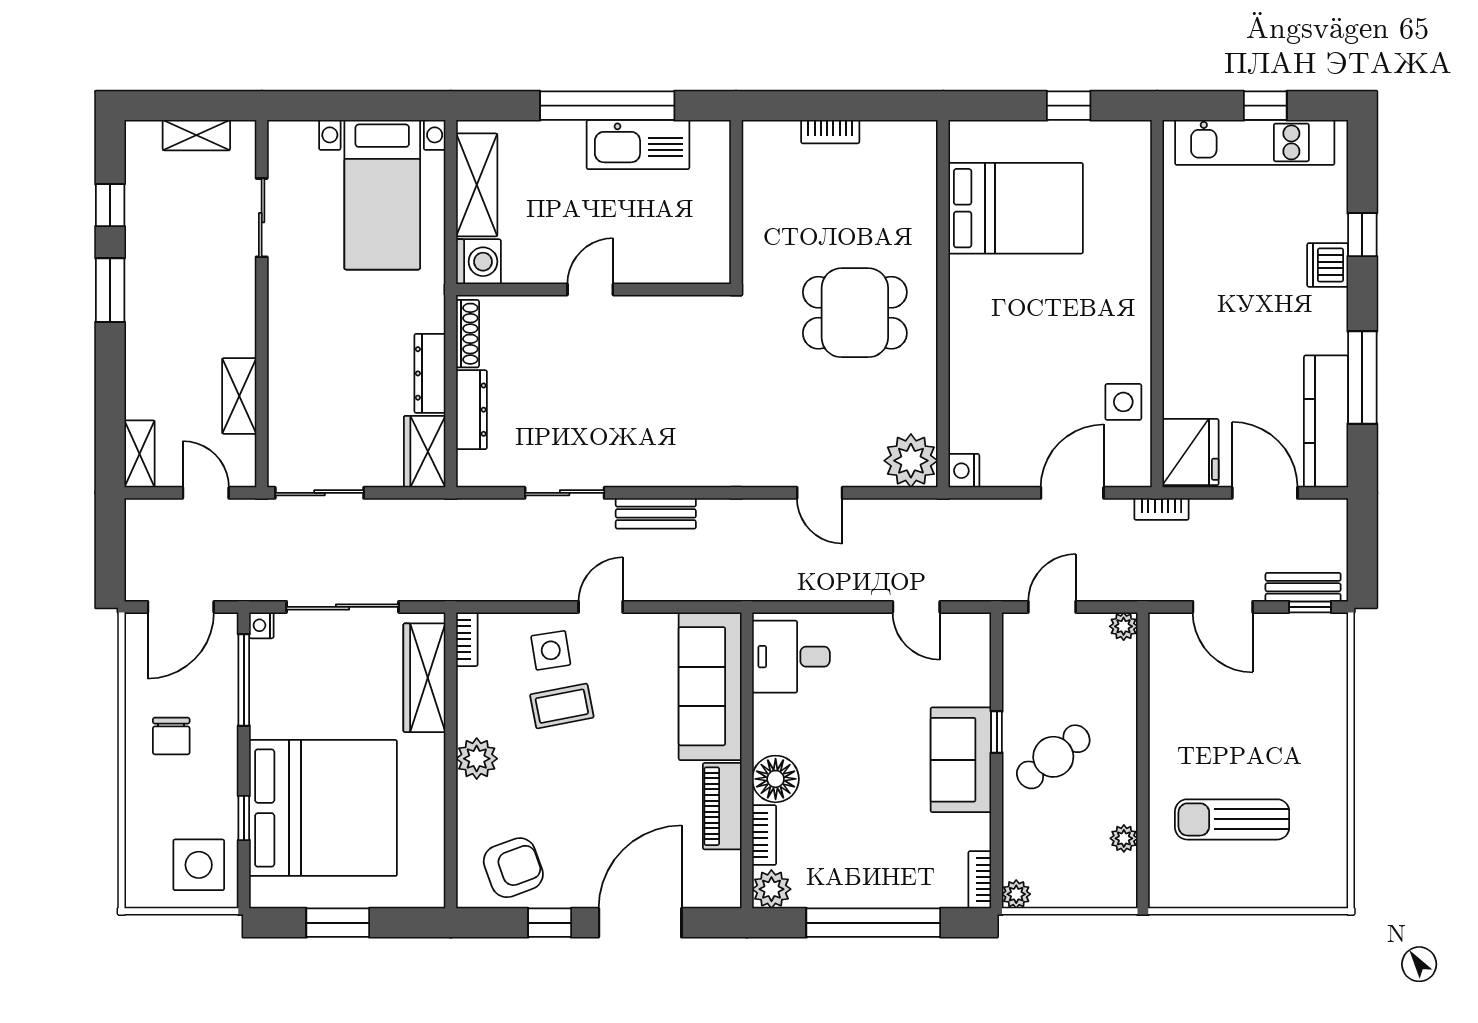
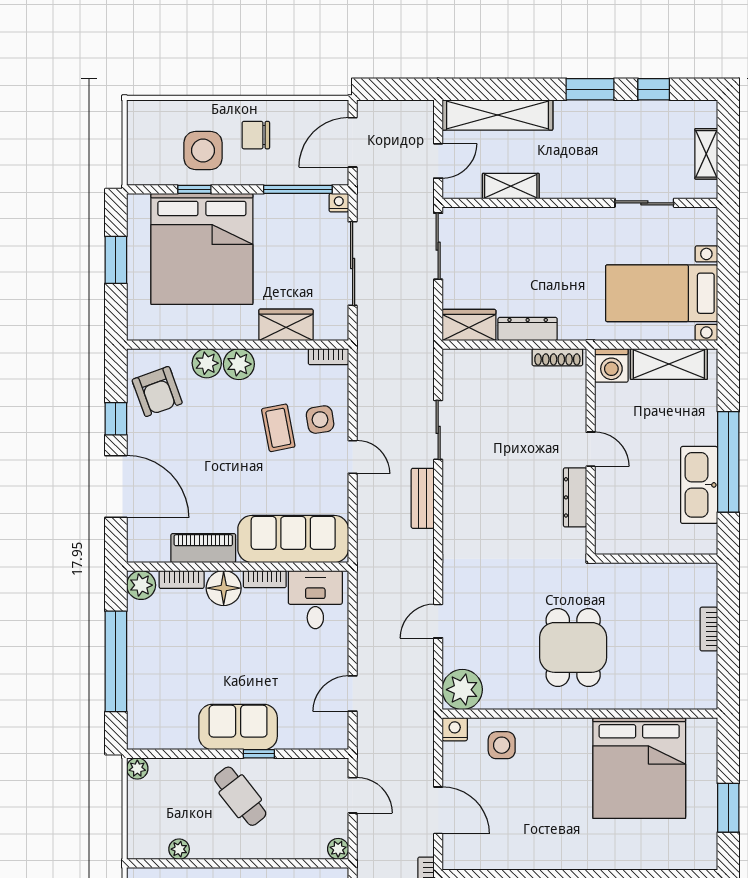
window: (1069, 106) -> (728, 808), width x1.50
bed: (1016, 208) -> (639, 768), width x1.36
side table: (1123, 402) -> (502, 745), moved
dresser: (472, 410) -> (575, 497), moved, turned 90
shelving: (139, 454) -> (498, 115), width x2.20, depth x1.33
door: (181, 607) -> (353, 142), hinge flipped
wardrobe: (424, 678) -> (286, 325), width x0.67
plant: (476, 802) -> (207, 363), added
side table: (199, 865) -> (203, 151), moved
bookcase: (980, 880) -> (265, 579), moved, turned 180

